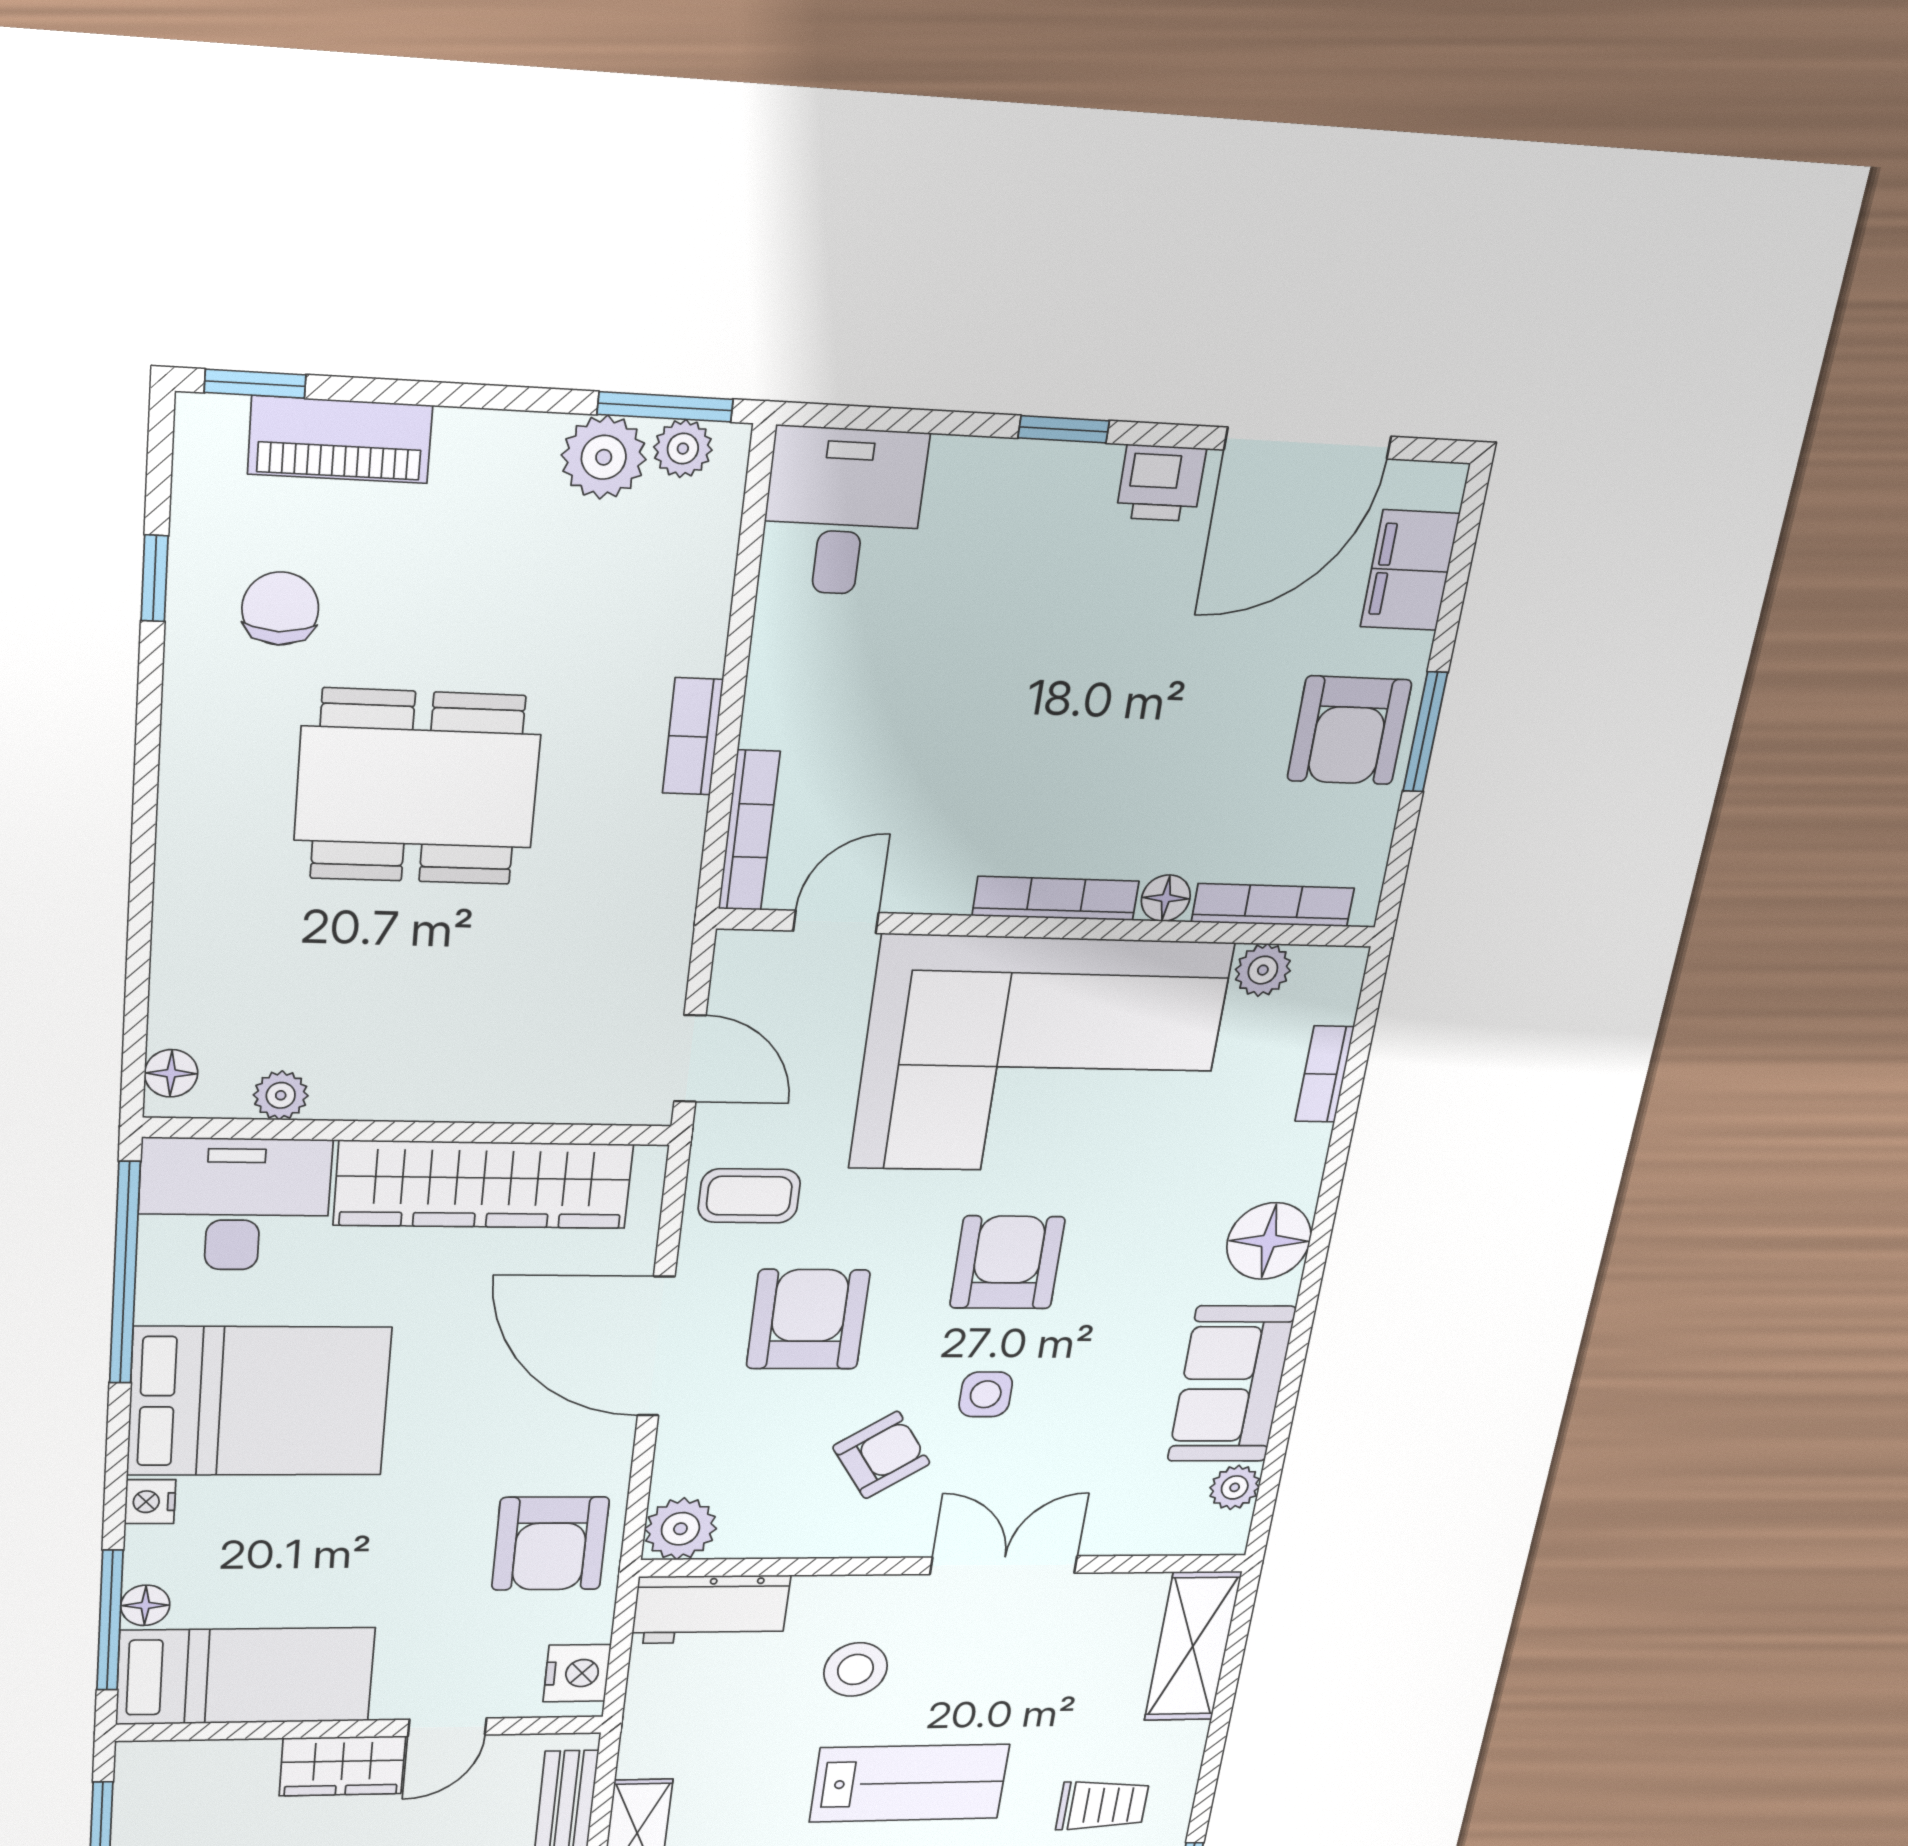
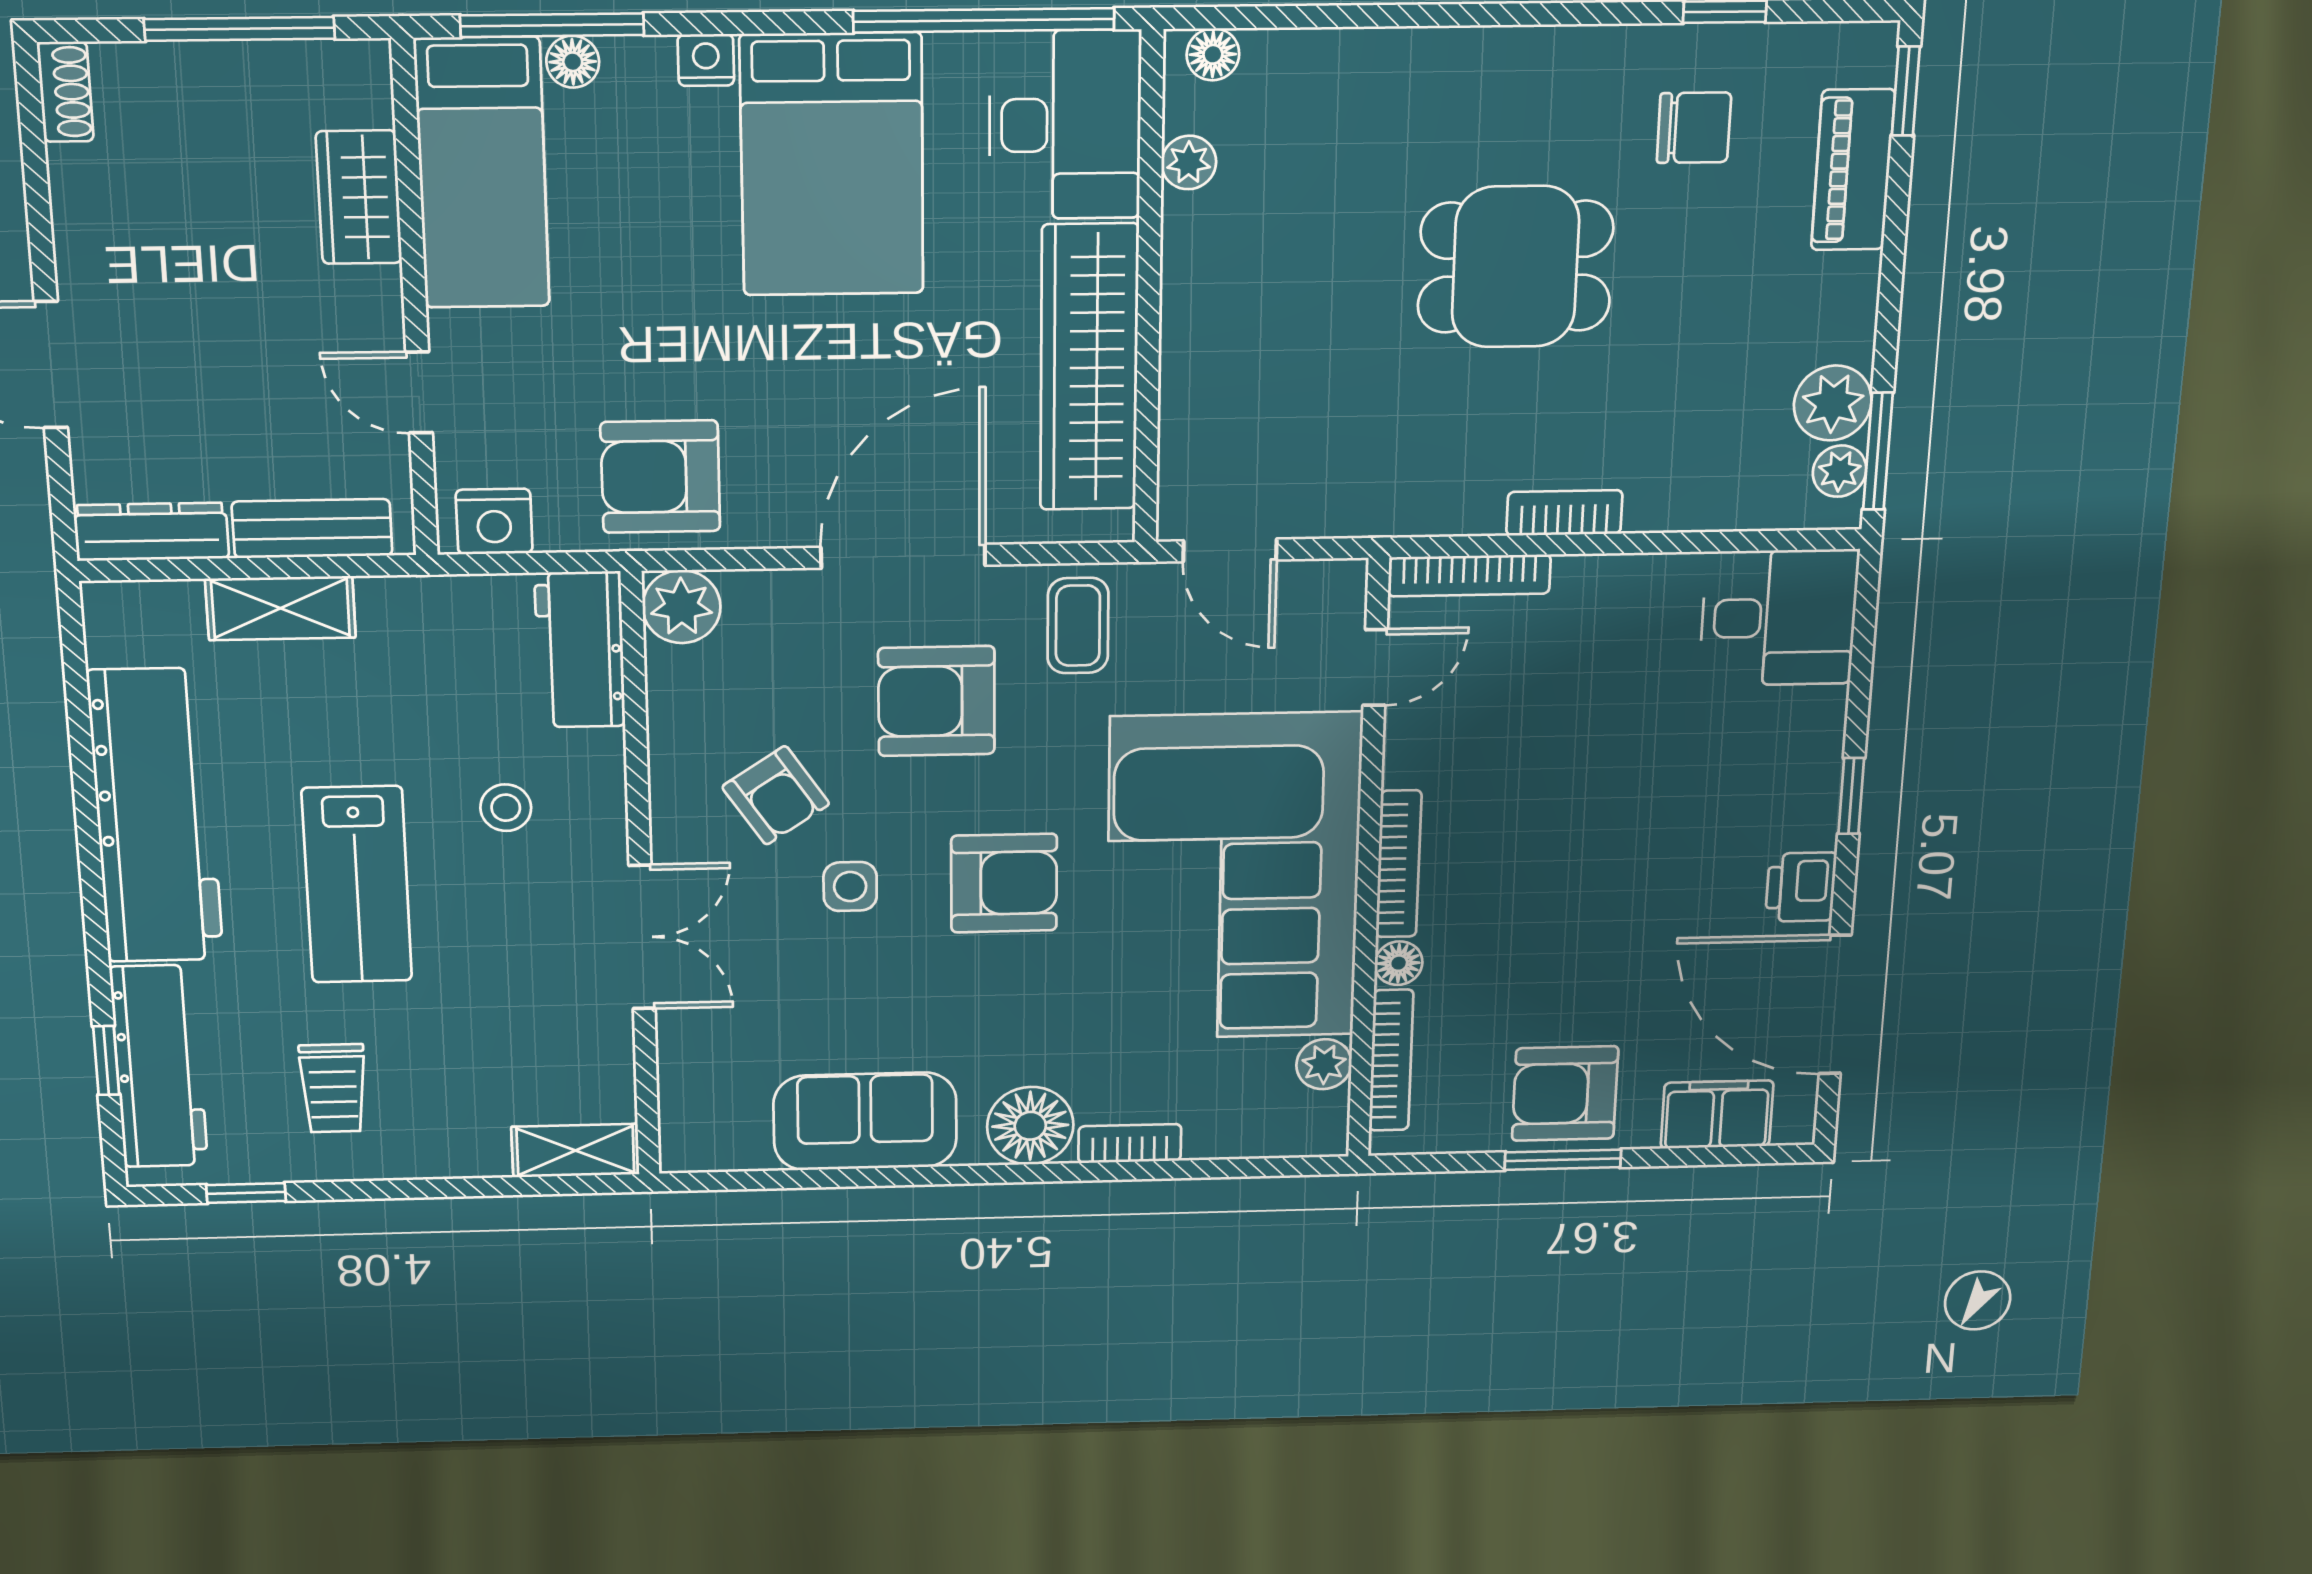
dining table: (417, 787) -> (1515, 267), width x0.73
door: (836, 922) -> (1375, 668), hinge flipped
door: (690, 1059) -> (1230, 550), hinge flipped
bookcase: (1325, 1074) -> (1130, 1144), moved
armchair: (808, 1319) -> (936, 701), turned 180
plant: (1235, 1487) -> (742, 1148), removed
shelving: (1193, 1646) -> (575, 1151), width x0.67, depth x0.75
stool: (855, 1669) -> (506, 808), width x0.73, depth x0.73
wardrobe: (342, 1766) -> (359, 197), moved

